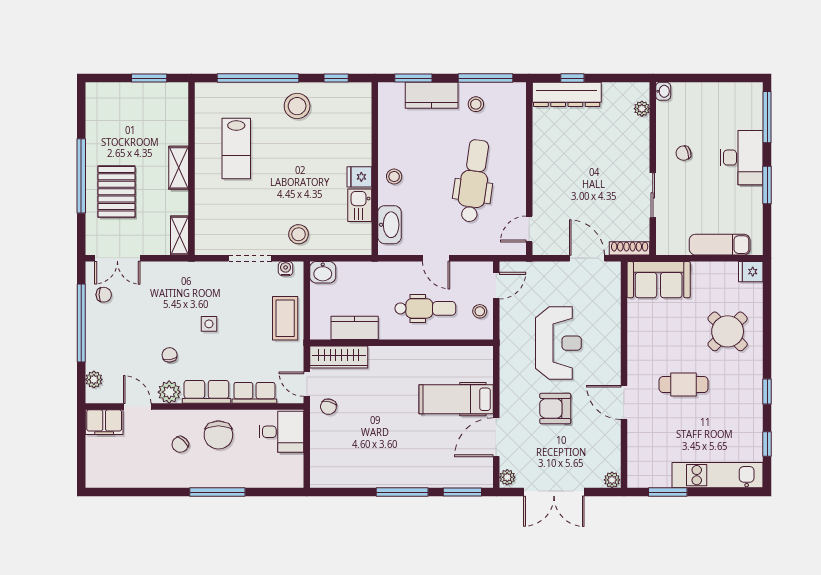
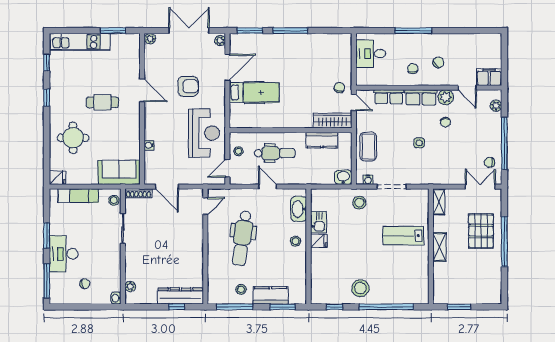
lab bench: (236, 149) -> (403, 236), moved, turned -90
chair: (683, 153) -> (85, 284), moved
stool: (666, 238) -> (114, 200), added
dental chair: (425, 308) -> (275, 153), turned 180
water cooler: (614, 320) -> (149, 145), added
round table: (728, 331) -> (73, 138), turned 45
reception desk: (558, 343) -> (204, 133), moved, turned 180
desk: (281, 432) -> (371, 54), moved
chair: (218, 435) -> (413, 69), width x0.54, depth x0.54

